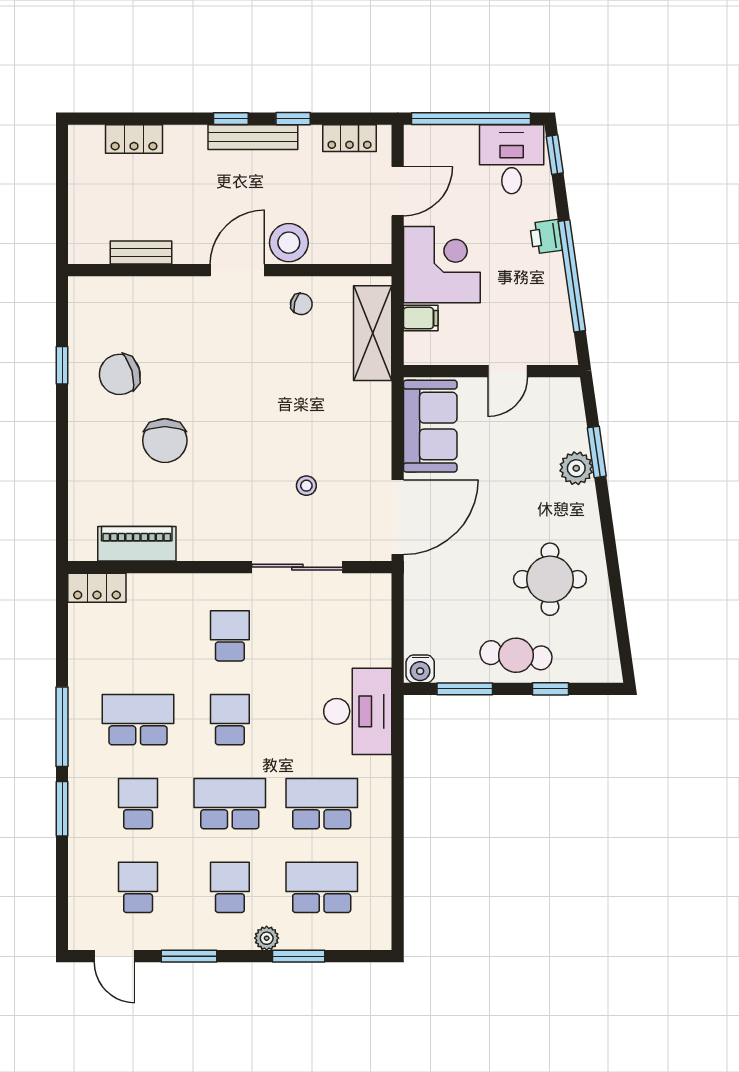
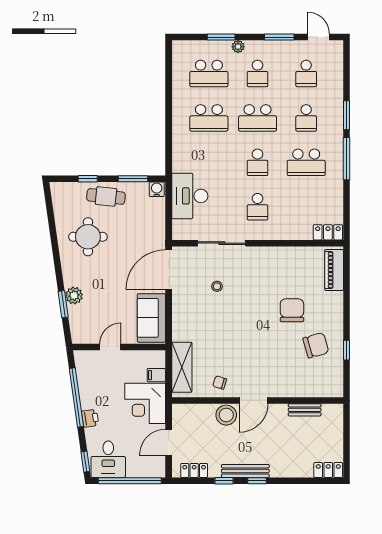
locker: (134, 139) -> (328, 470), moved
piano: (137, 544) -> (334, 270), moved, turned 90
desk: (358, 711) -> (190, 196), moved

